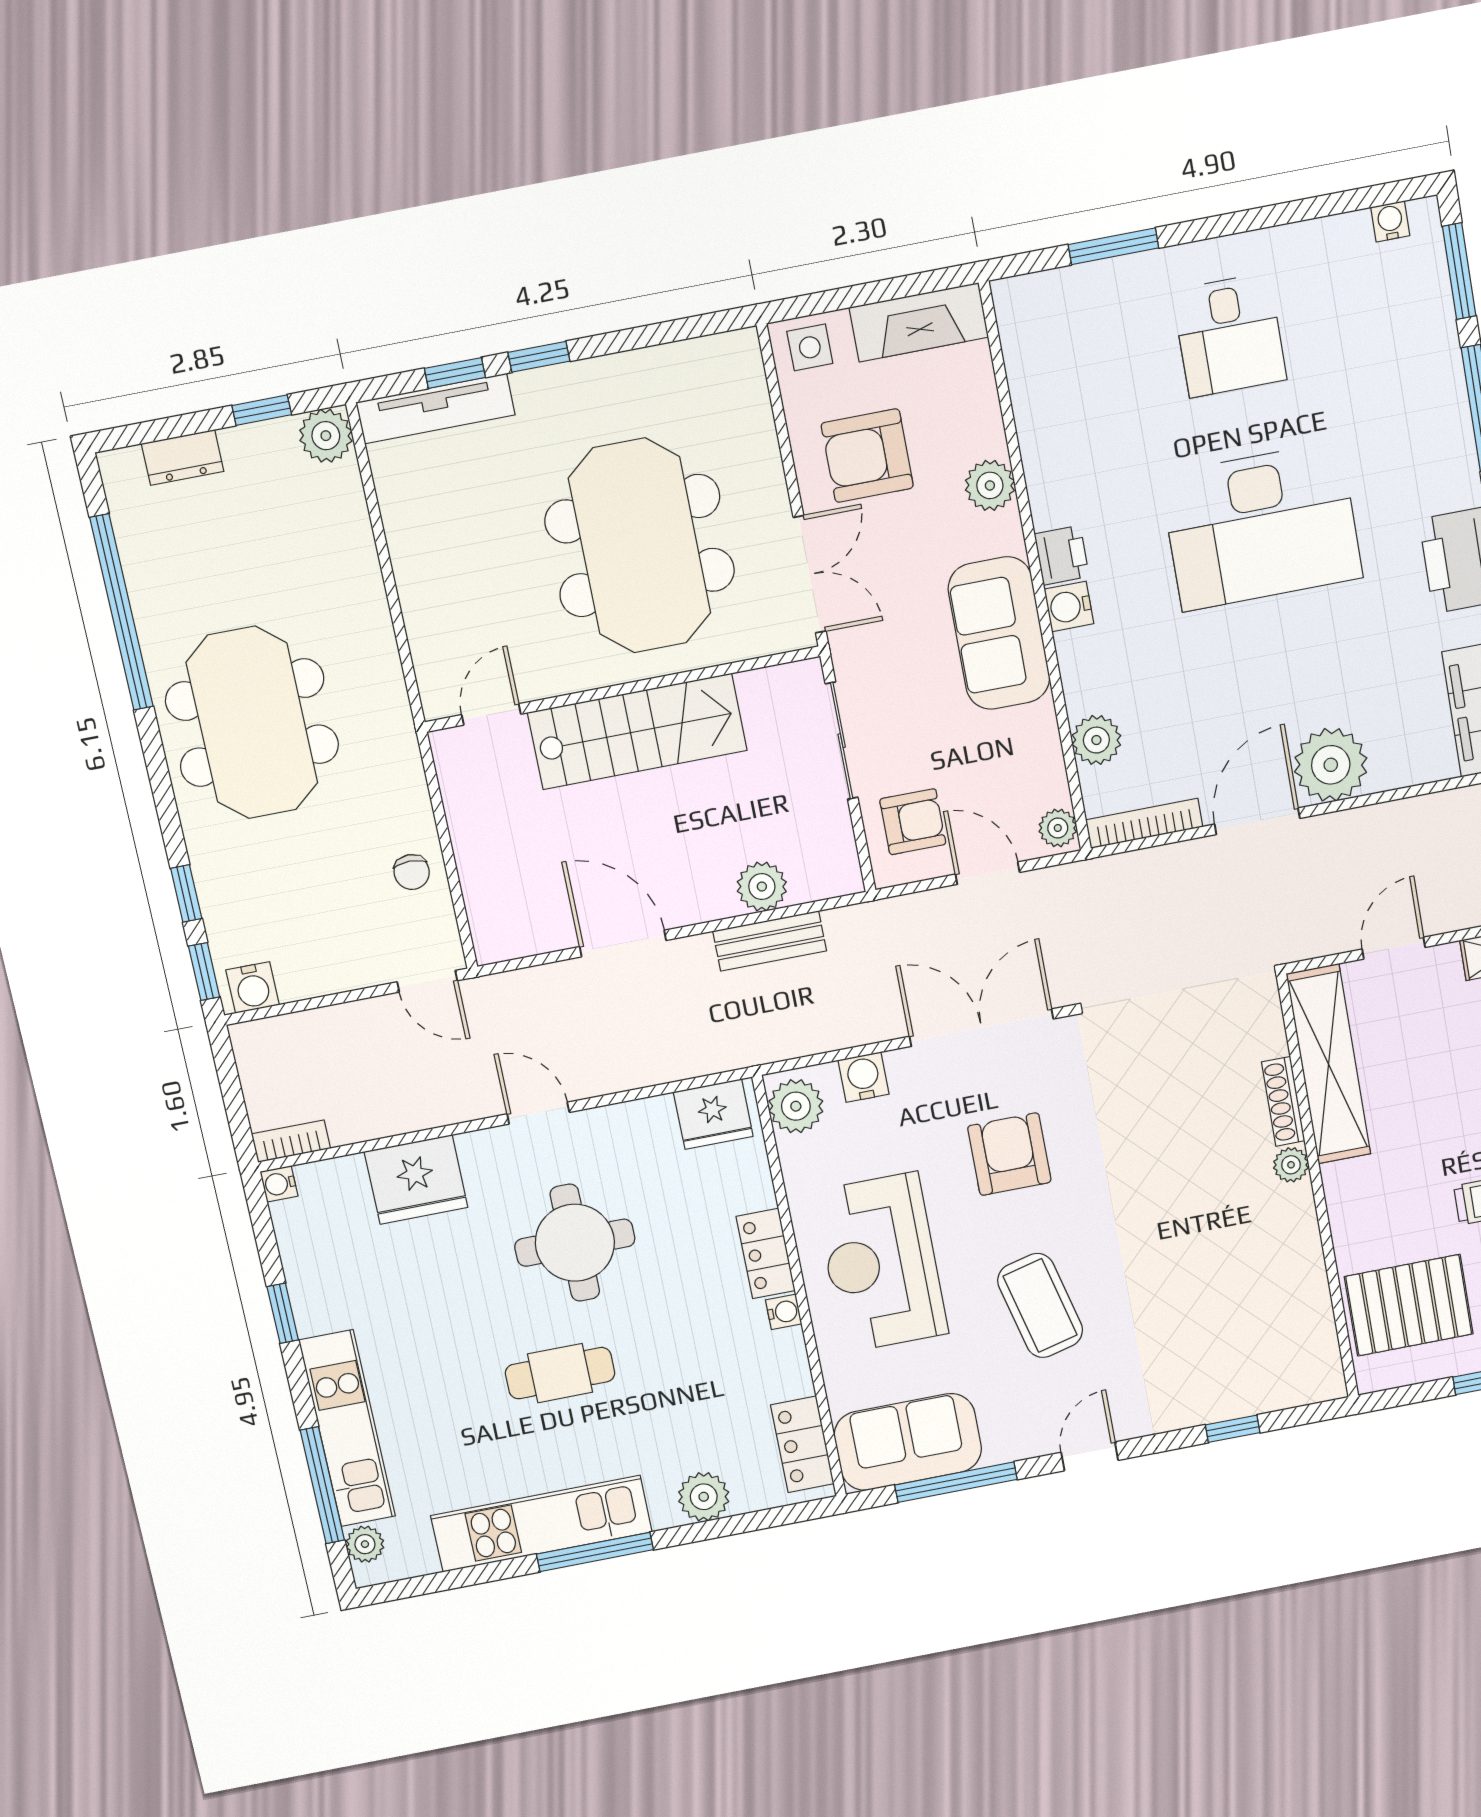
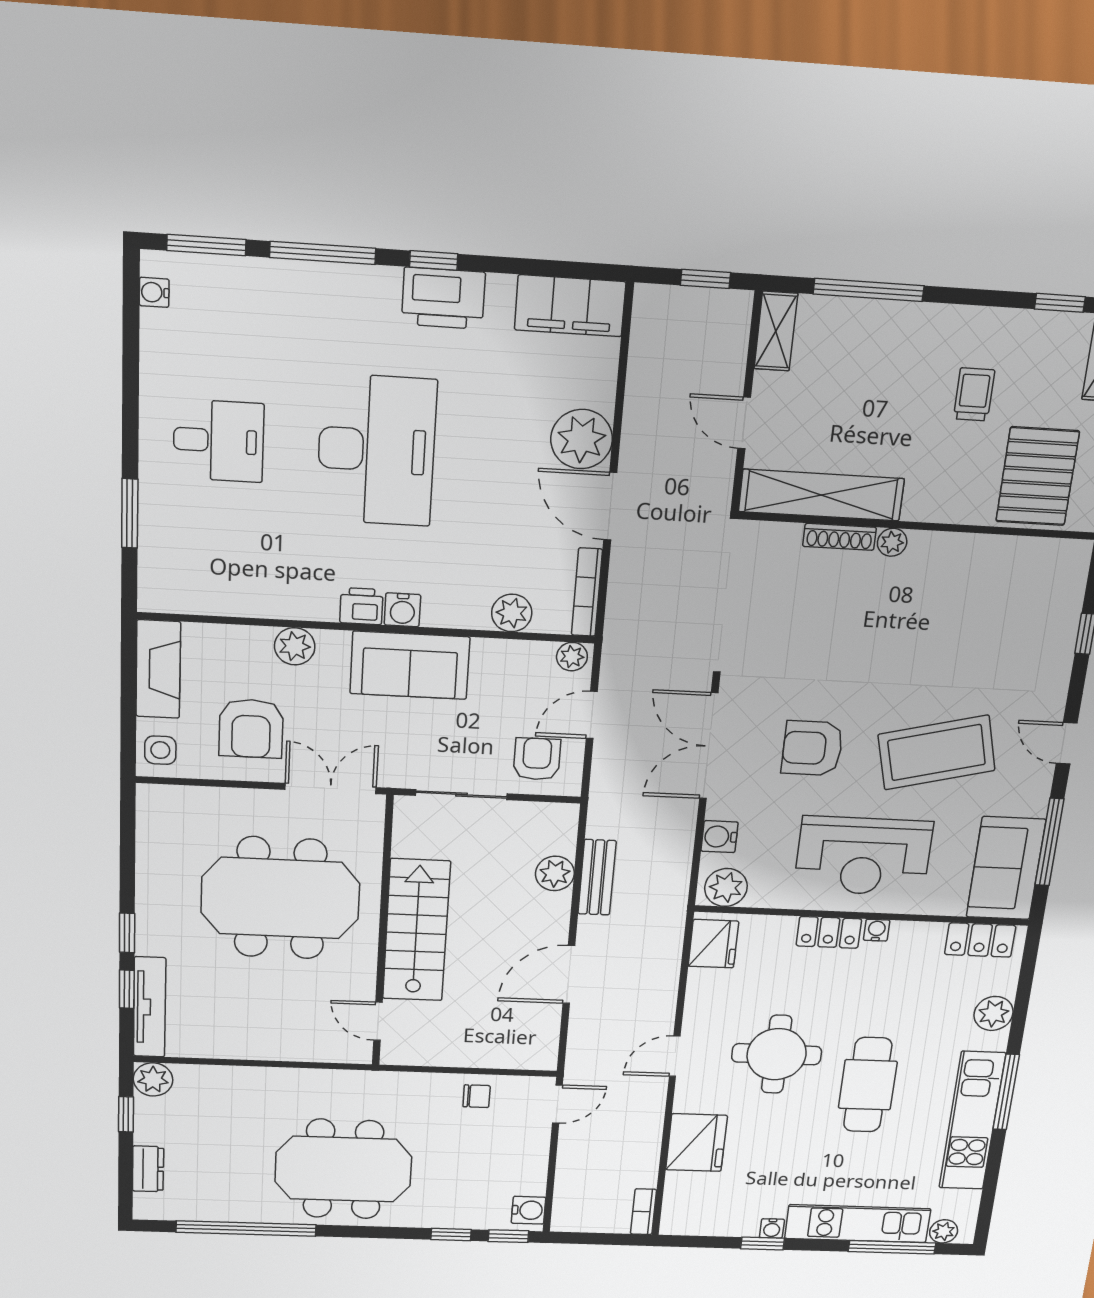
water cooler: (279, 1184) -> (772, 1228), moved
coffee table: (1040, 1306) -> (937, 752), width x1.36, depth x1.32
cafe table: (560, 1373) -> (868, 1085), width x1.37, depth x1.35

